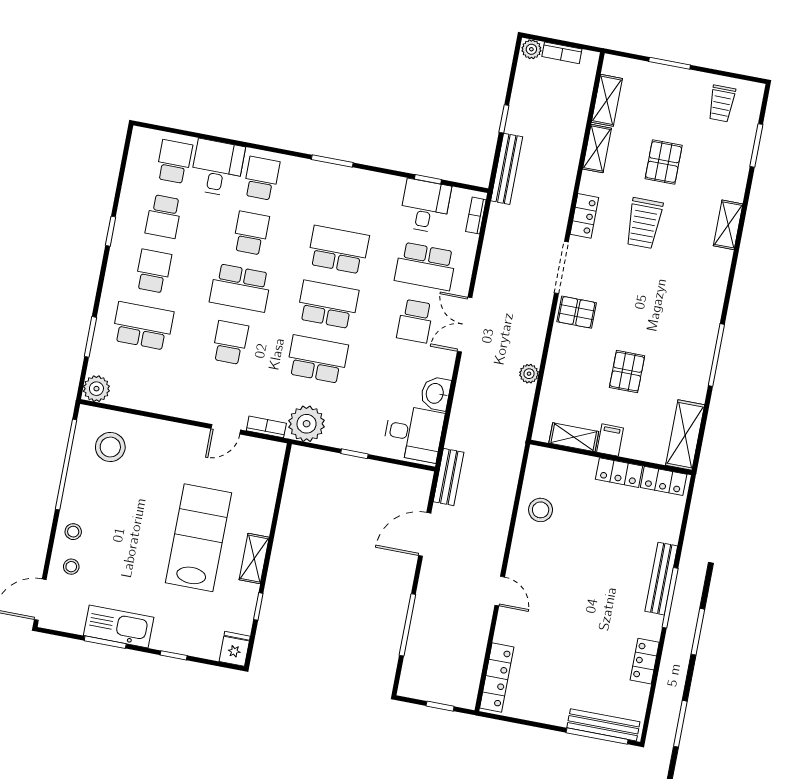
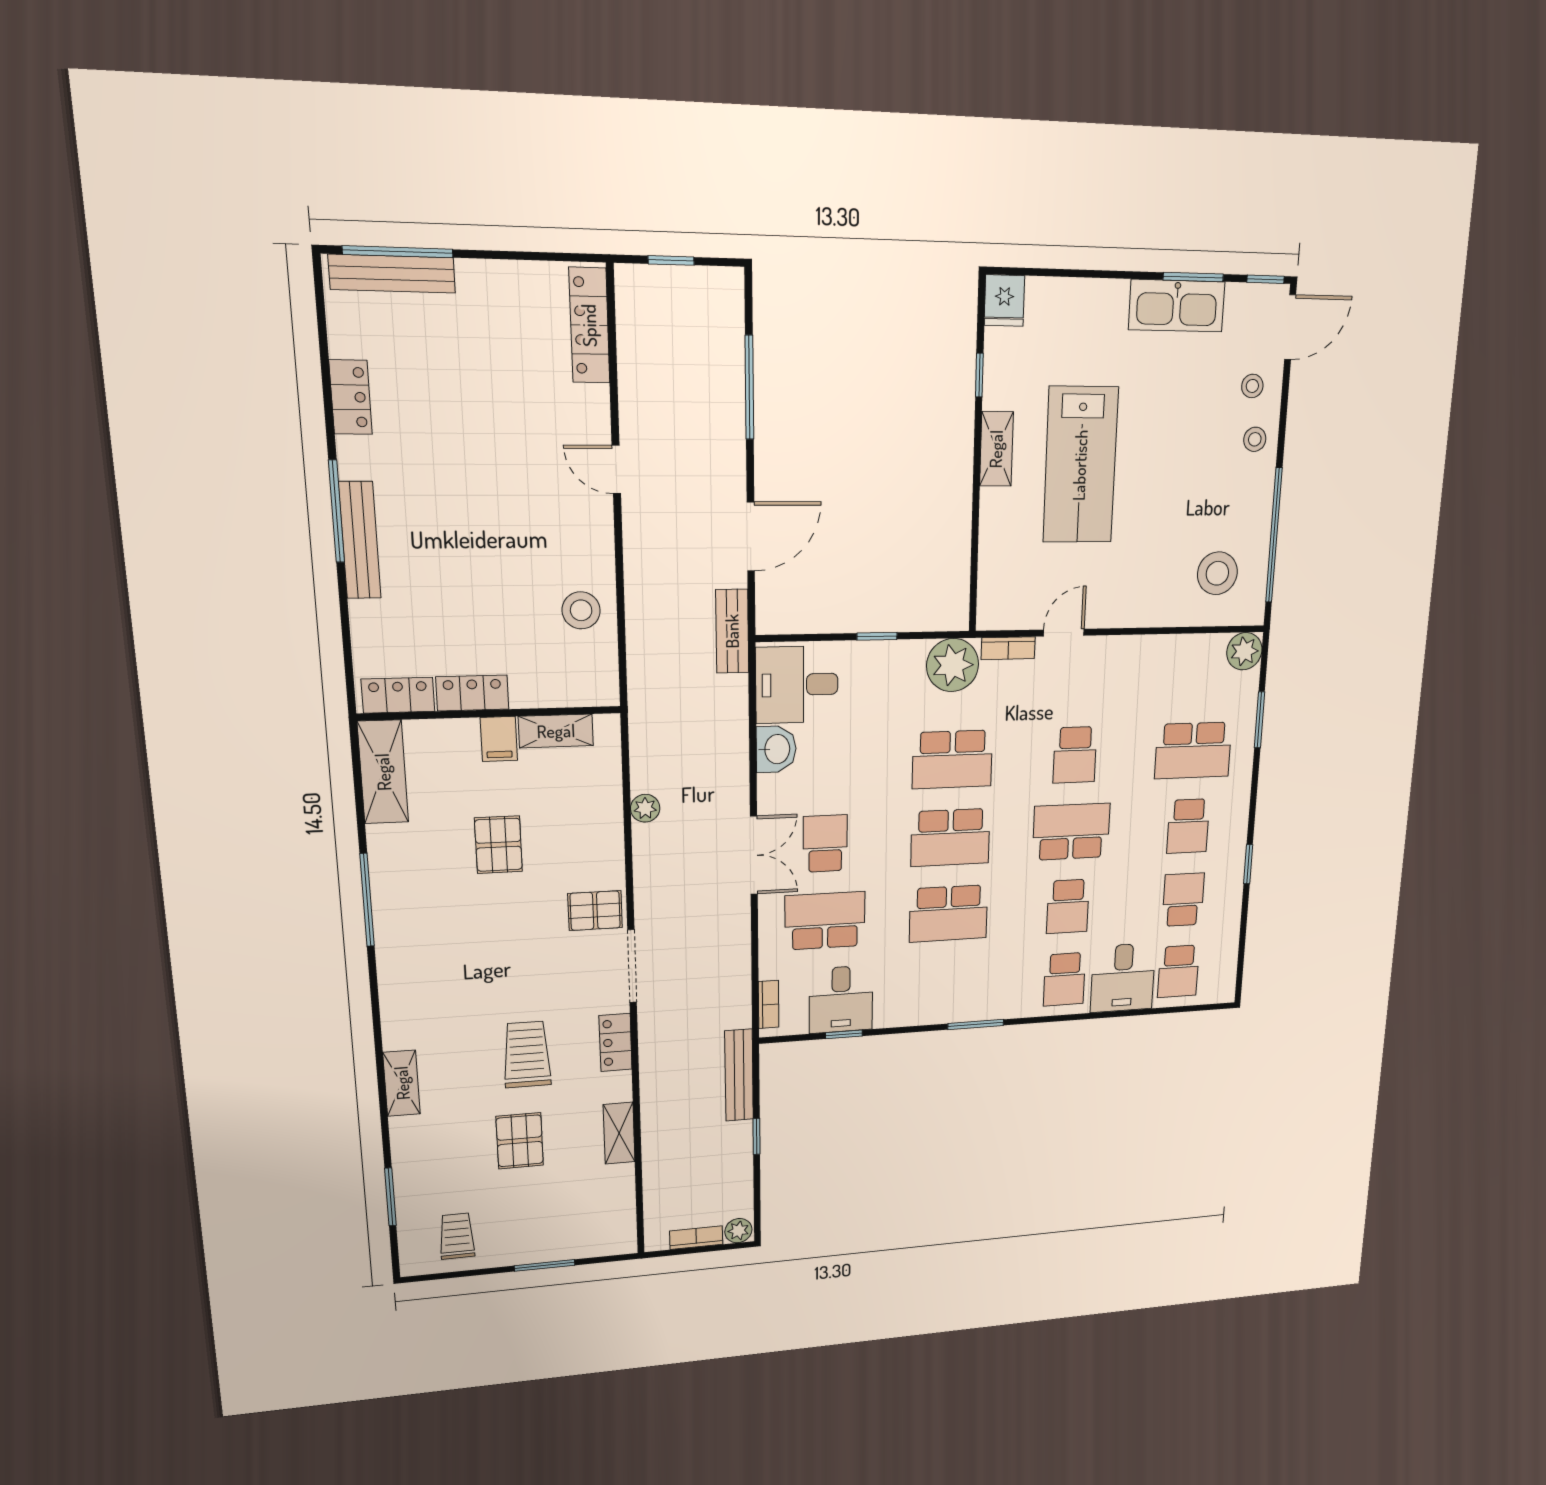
shelving: (607, 100) -> (620, 1197), removed
window: (174, 655) -> (1266, 279), moved

